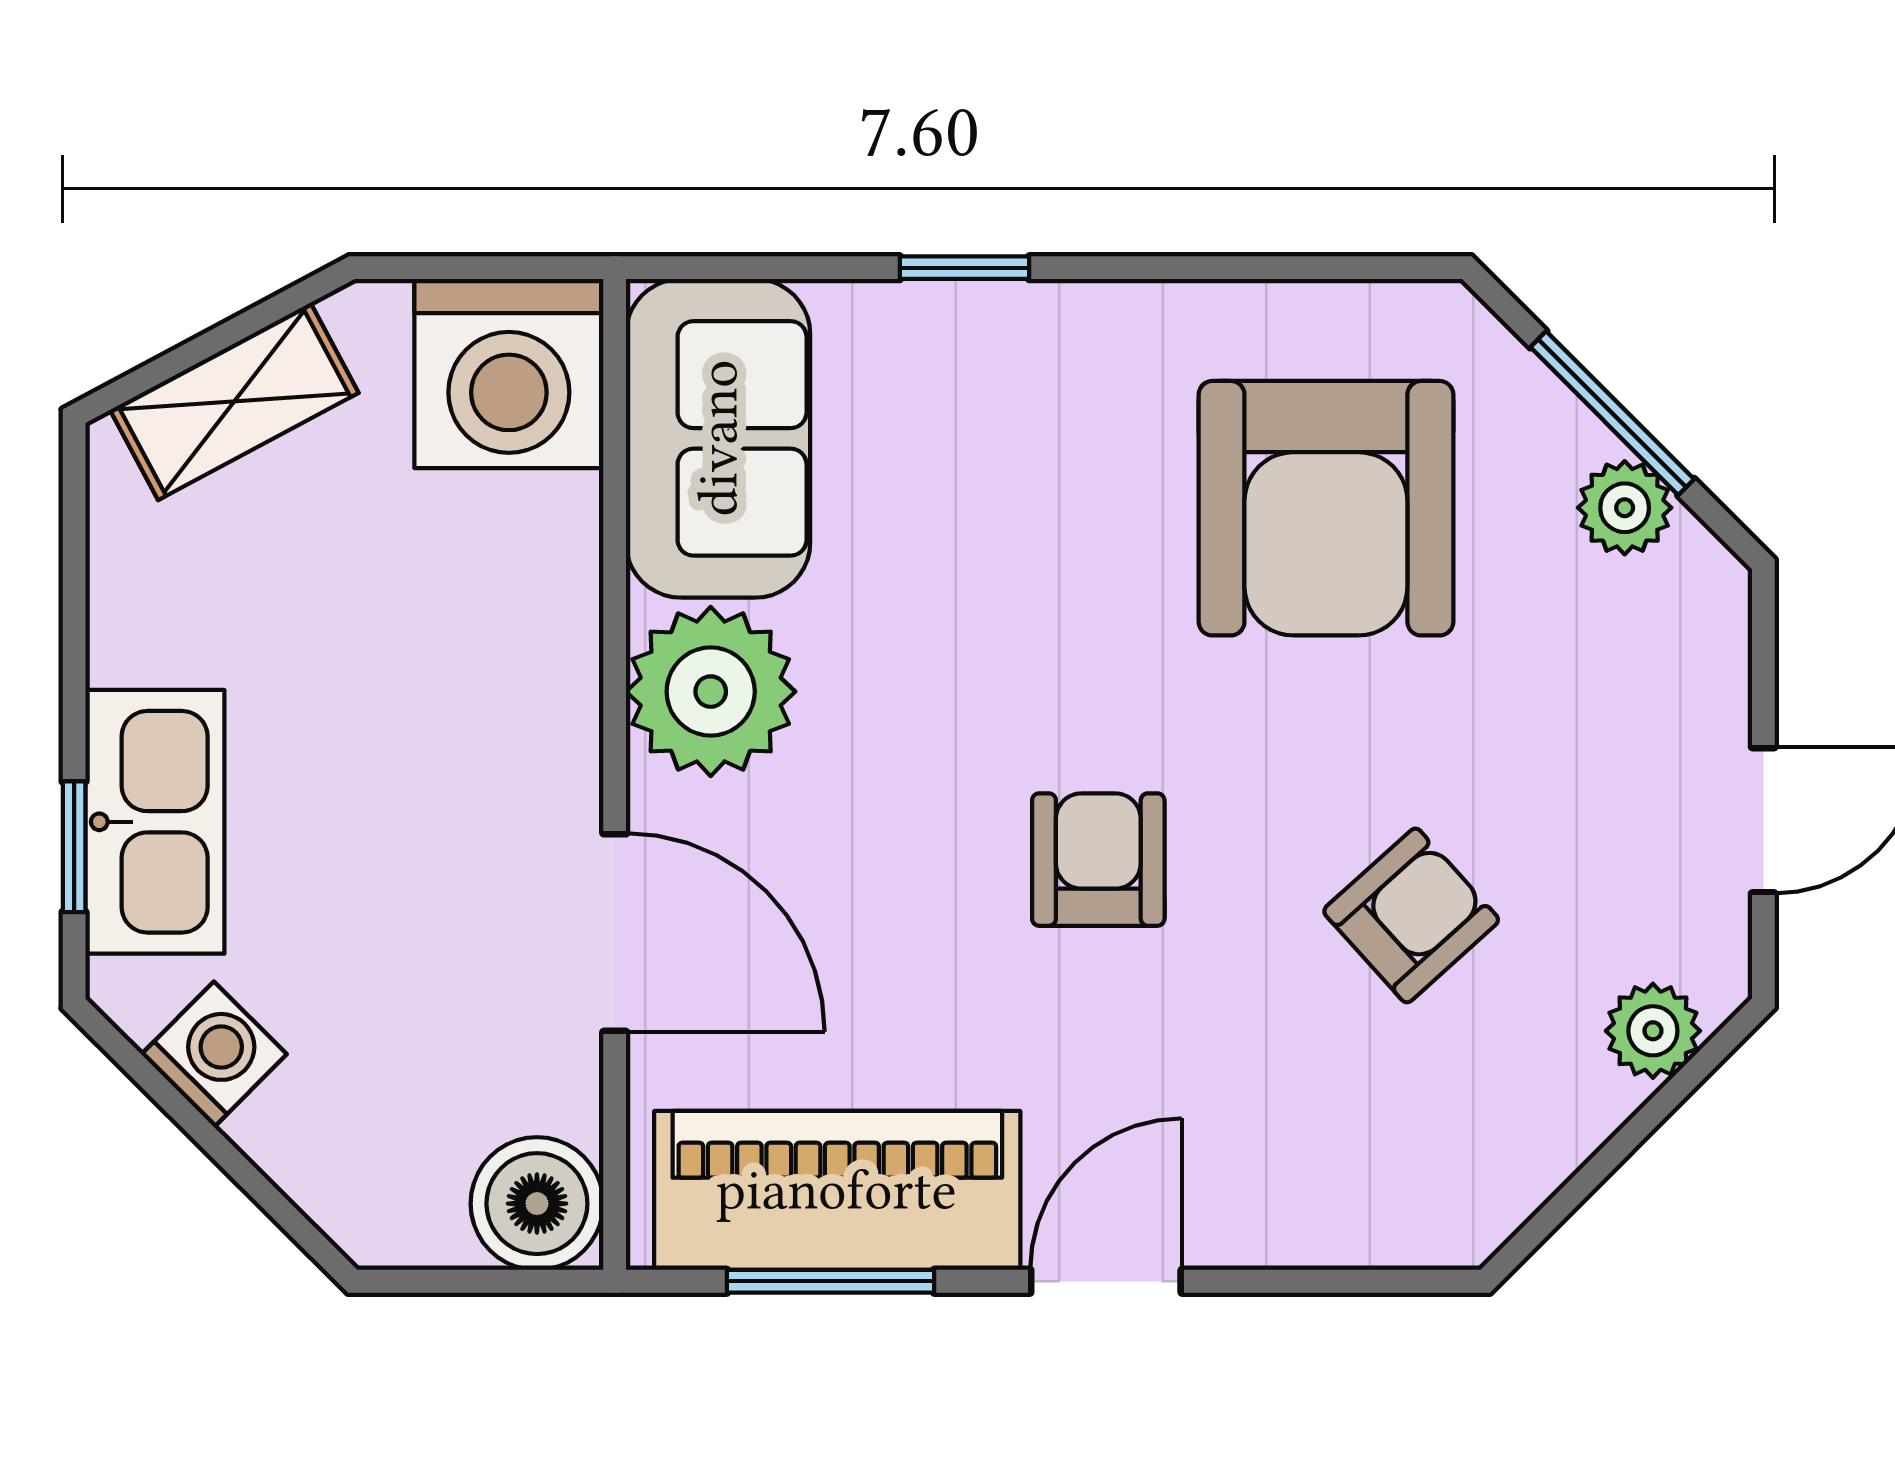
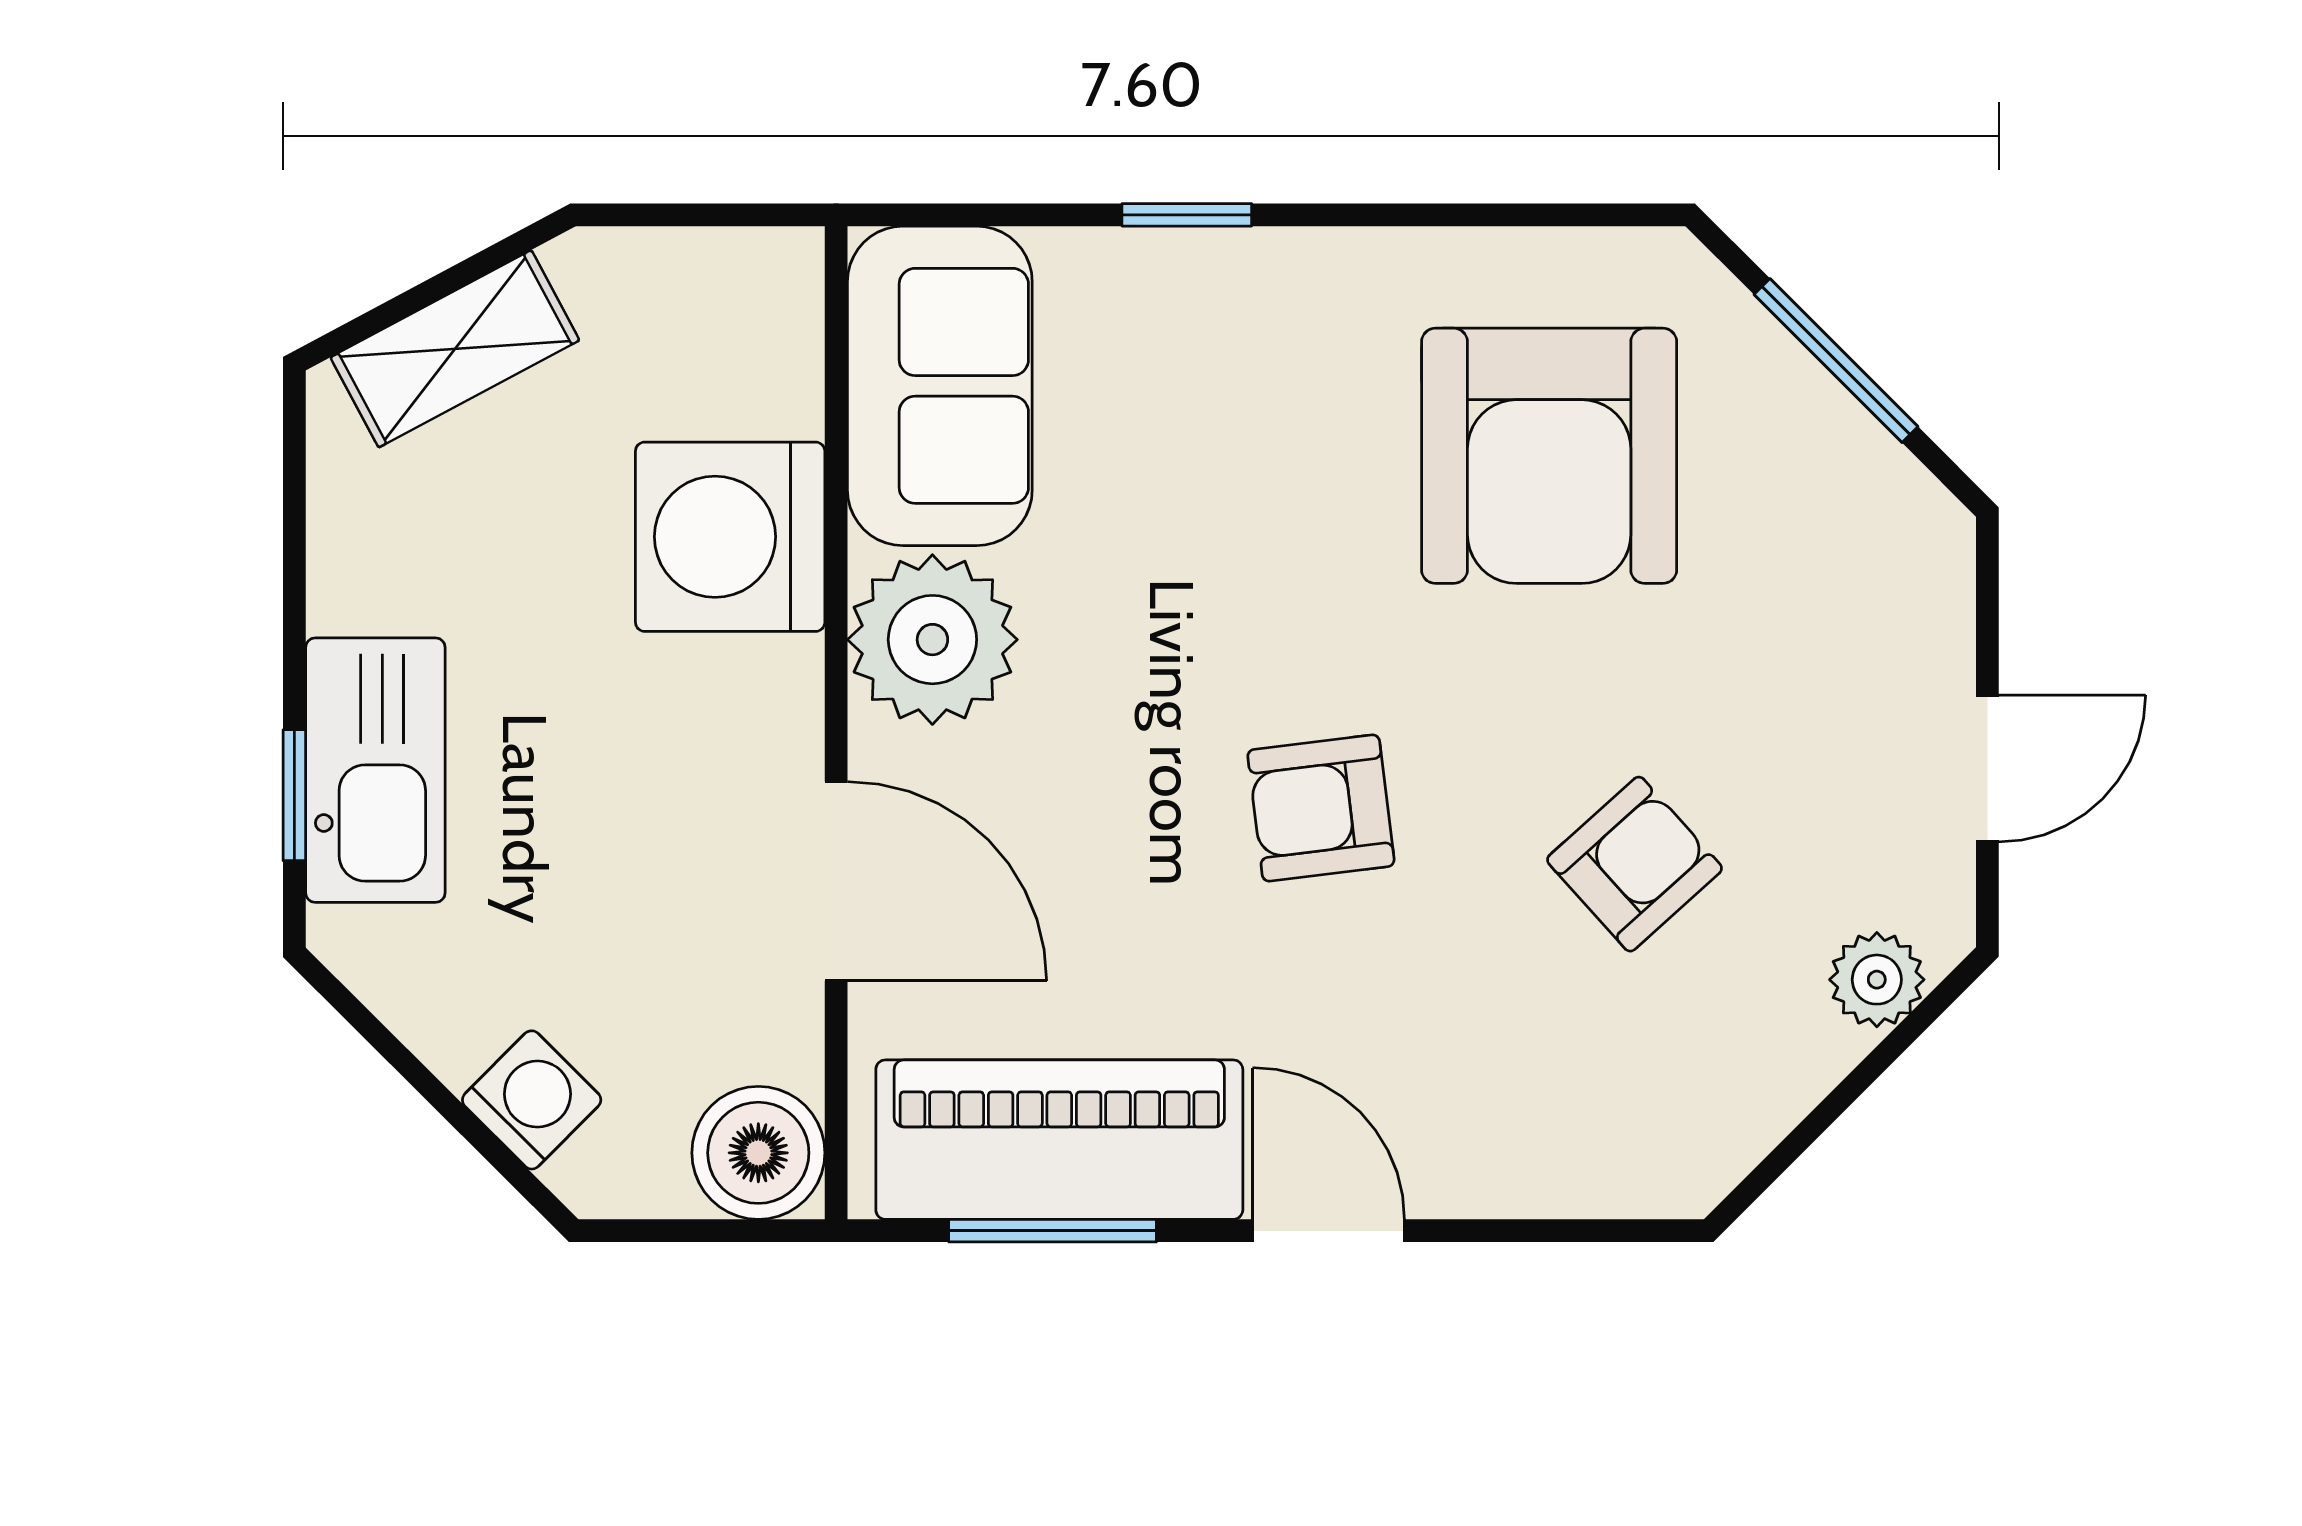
washing machine: (509, 374) -> (730, 537), moved, turned 90
plant: (1625, 508) -> (1848, 455), removed
armchair: (1098, 860) -> (1321, 808), turned -97
washing machine: (214, 1054) -> (532, 1100), moved
door: (1106, 1281) -> (1329, 1231), hinge flipped

